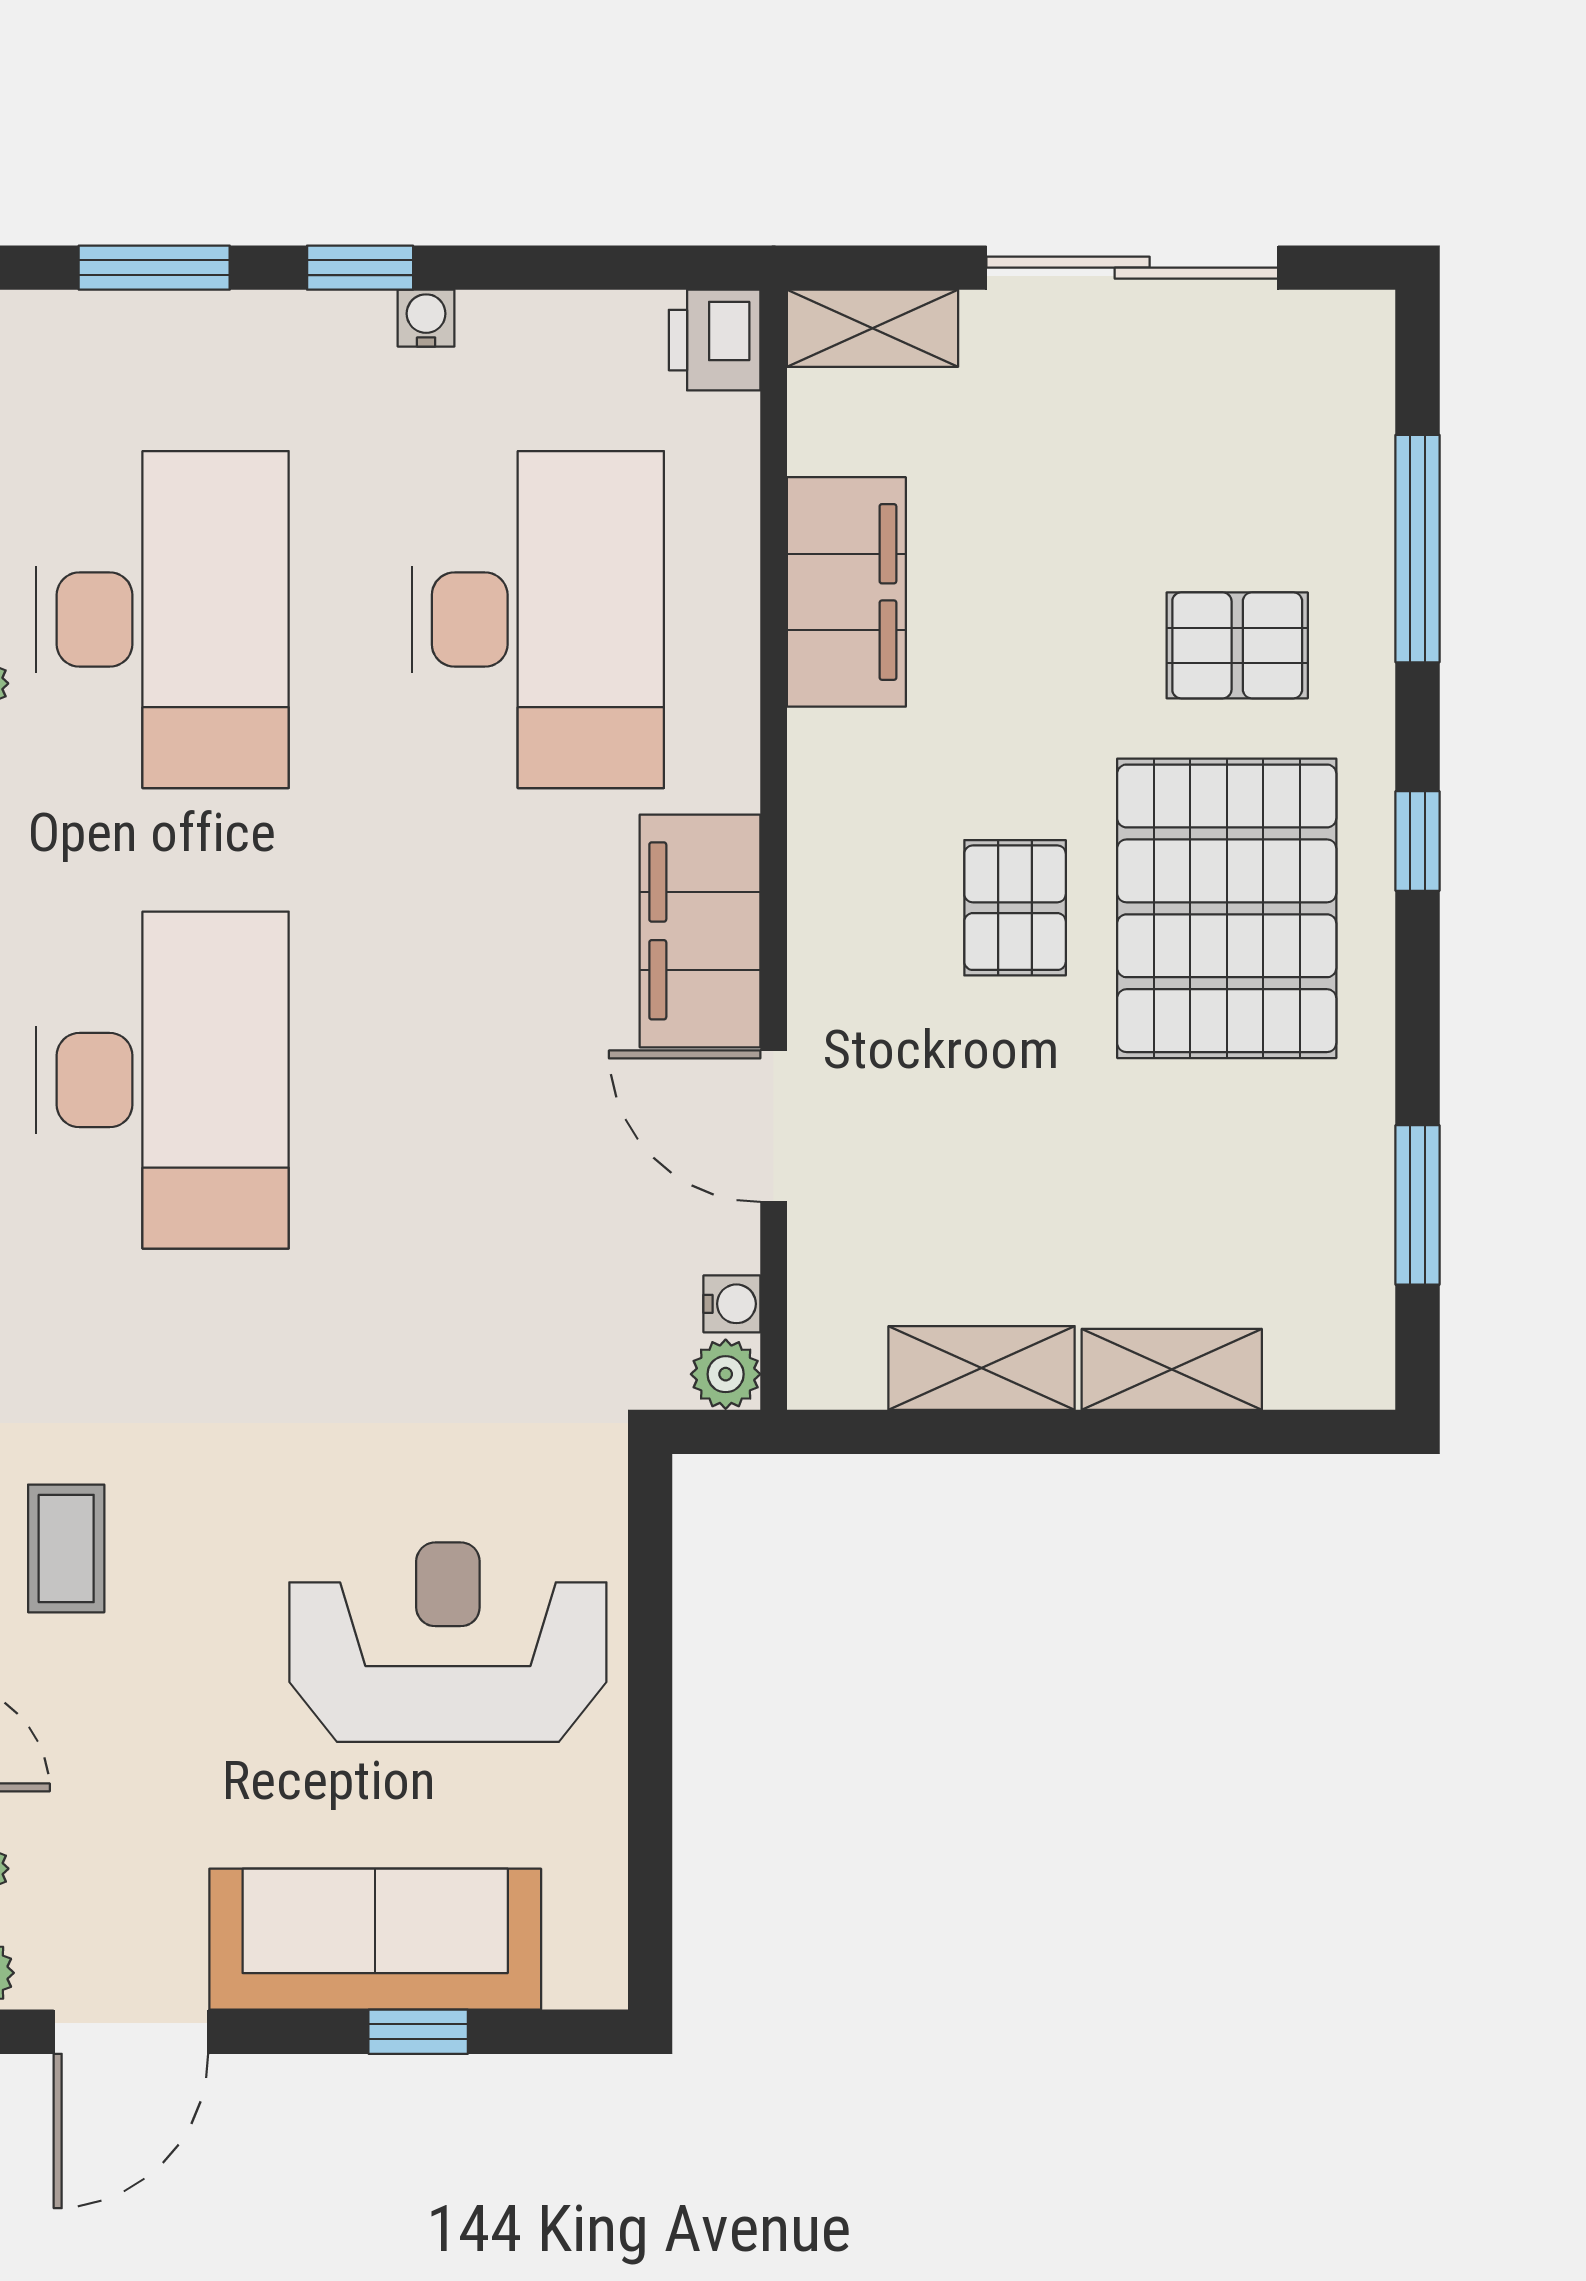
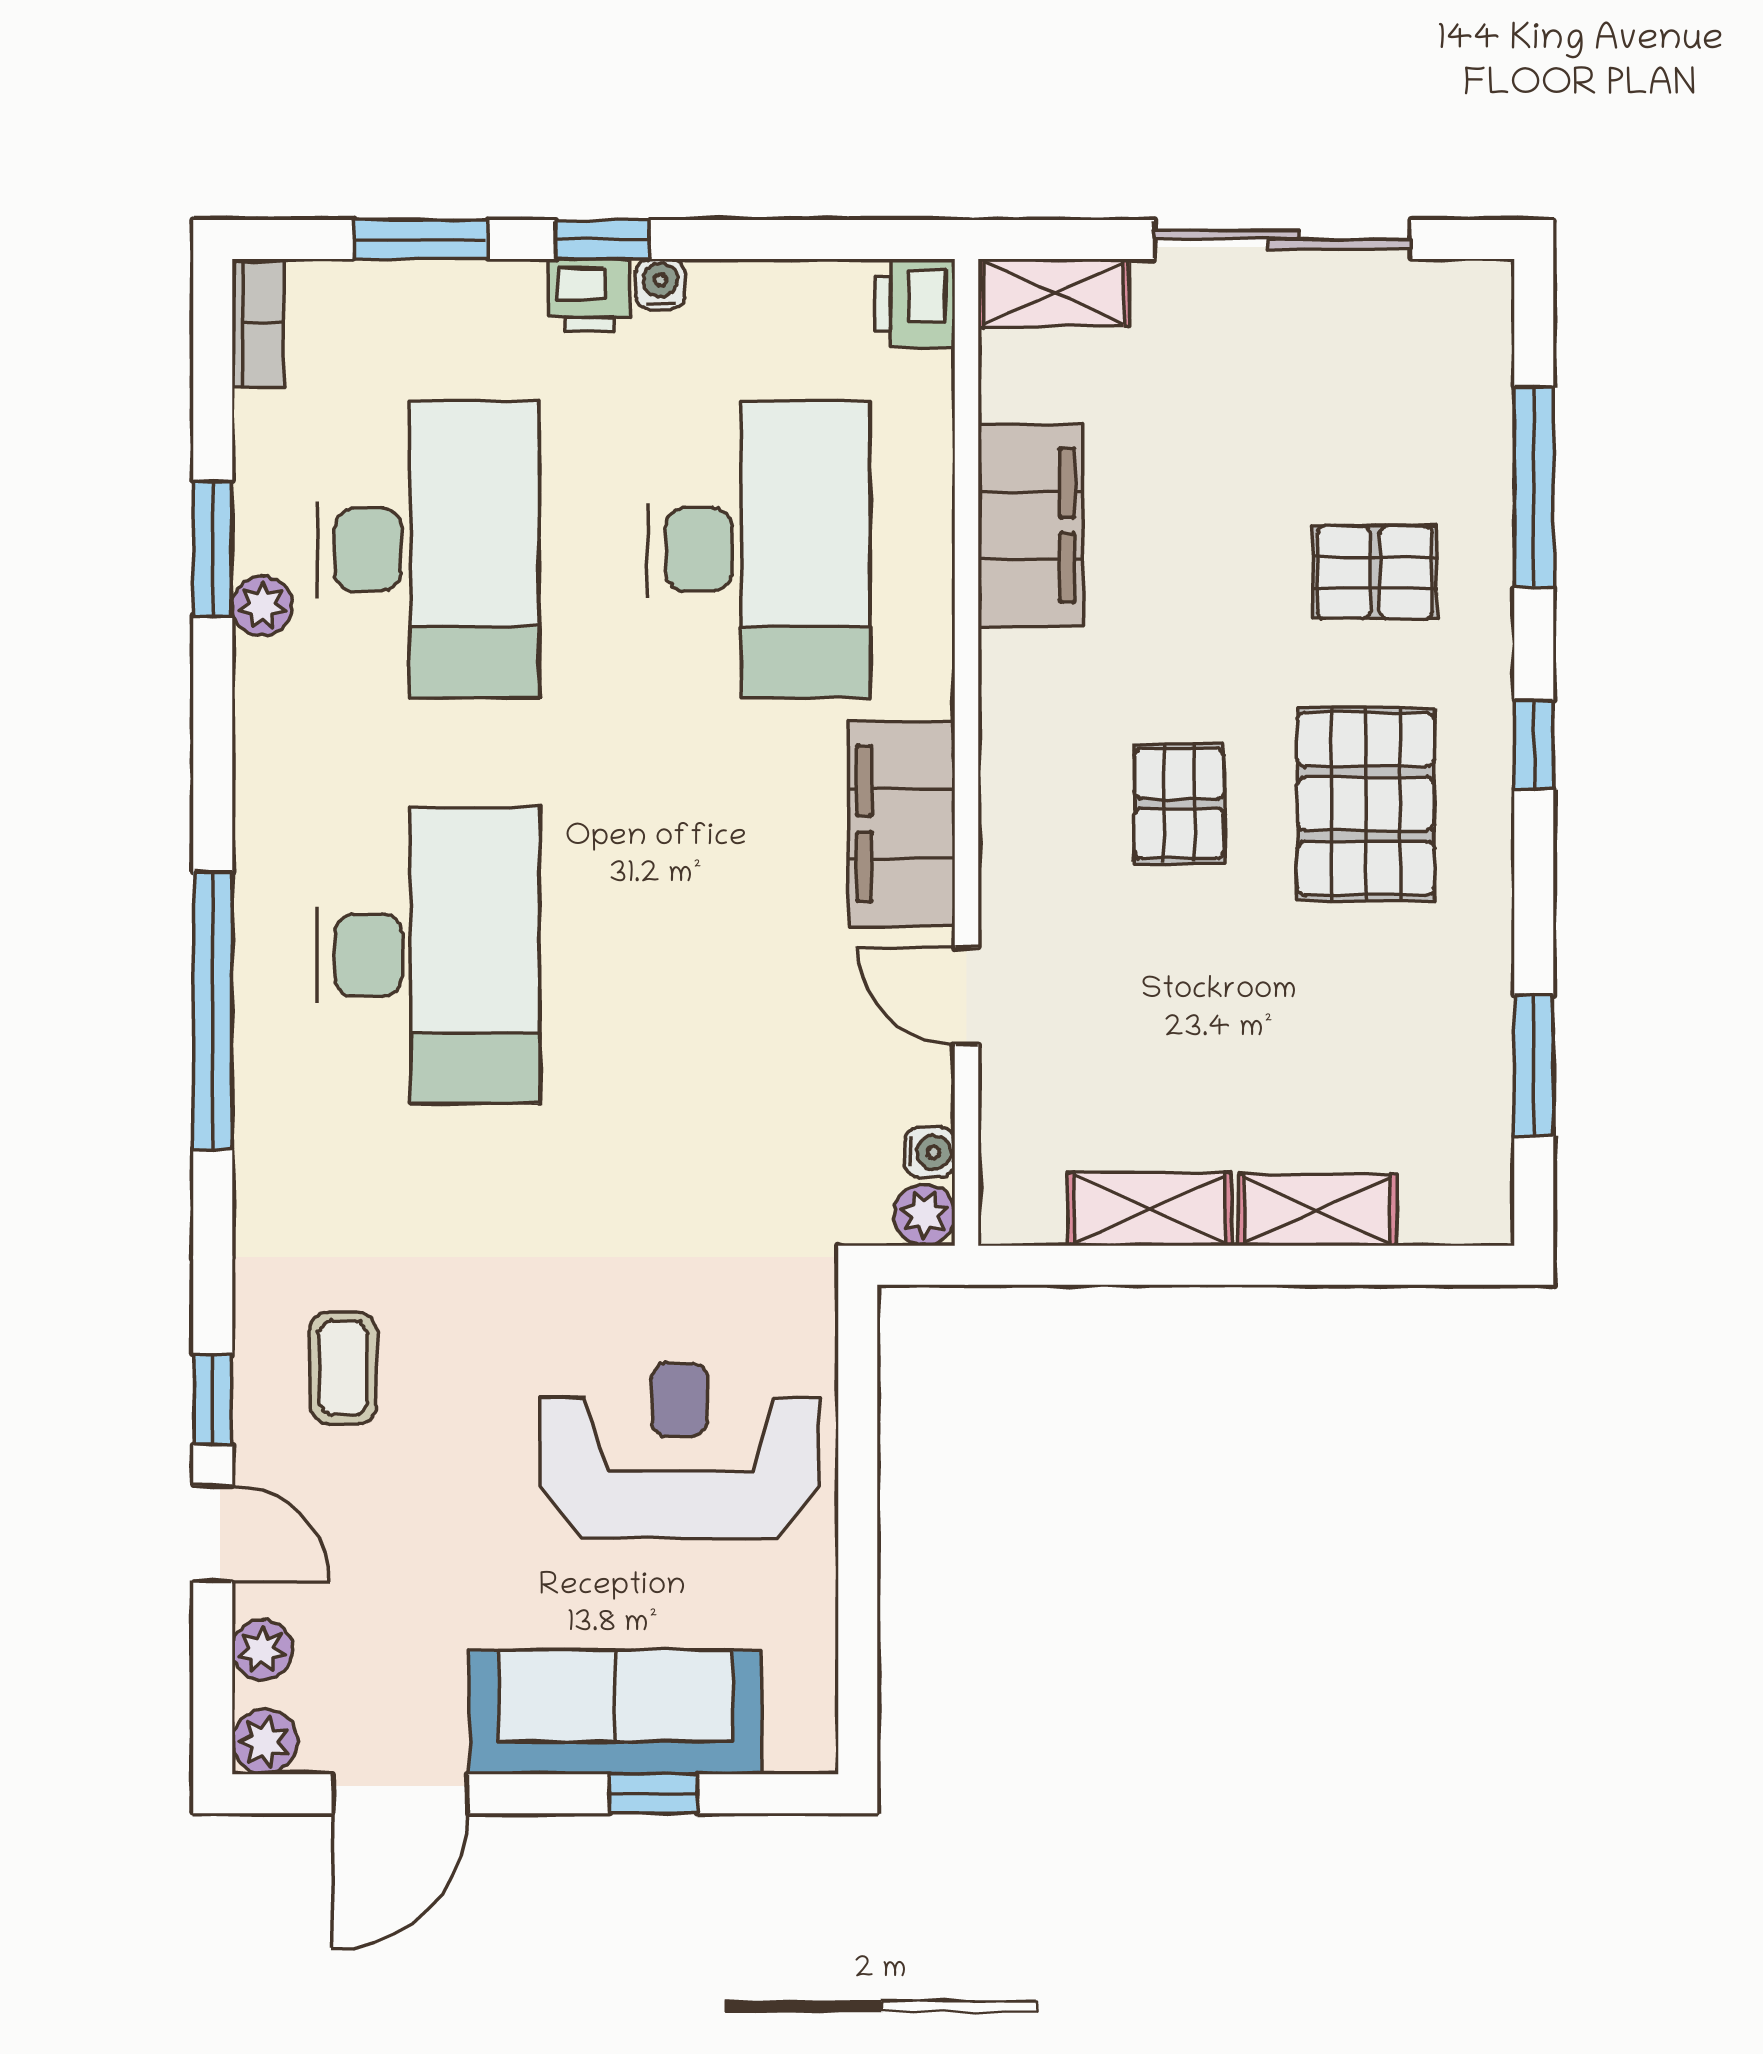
printer: (345, 331) -> (589, 295), added
pallet: (1227, 908) -> (1366, 804), width x0.73, depth x0.71
door: (774, 1126) -> (967, 996), width x0.73

